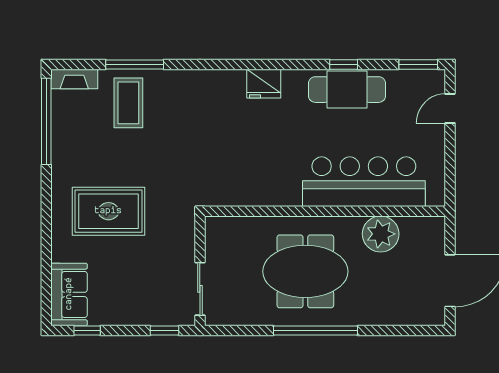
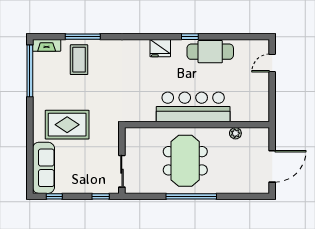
window: (344, 64) -> (190, 37), moved
window: (418, 64) -> (253, 37), removed
bar counter: (364, 182) -> (193, 107), moved
plant: (381, 234) -> (235, 133), width x0.53, depth x0.53
meeting table: (305, 271) -> (185, 161), turned 90
sofa: (69, 294) -> (43, 168), width x1.36

